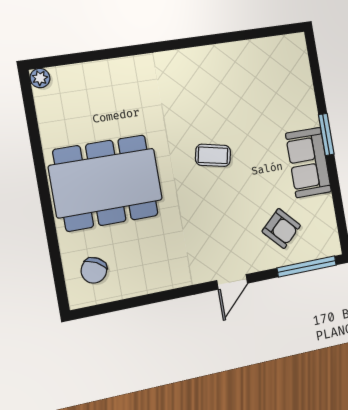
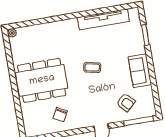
tv unit: (235, 55) -> (103, 19), added
window: (326, 134) -> (145, 35), moved
chair: (94, 270) -> (60, 115), moved

